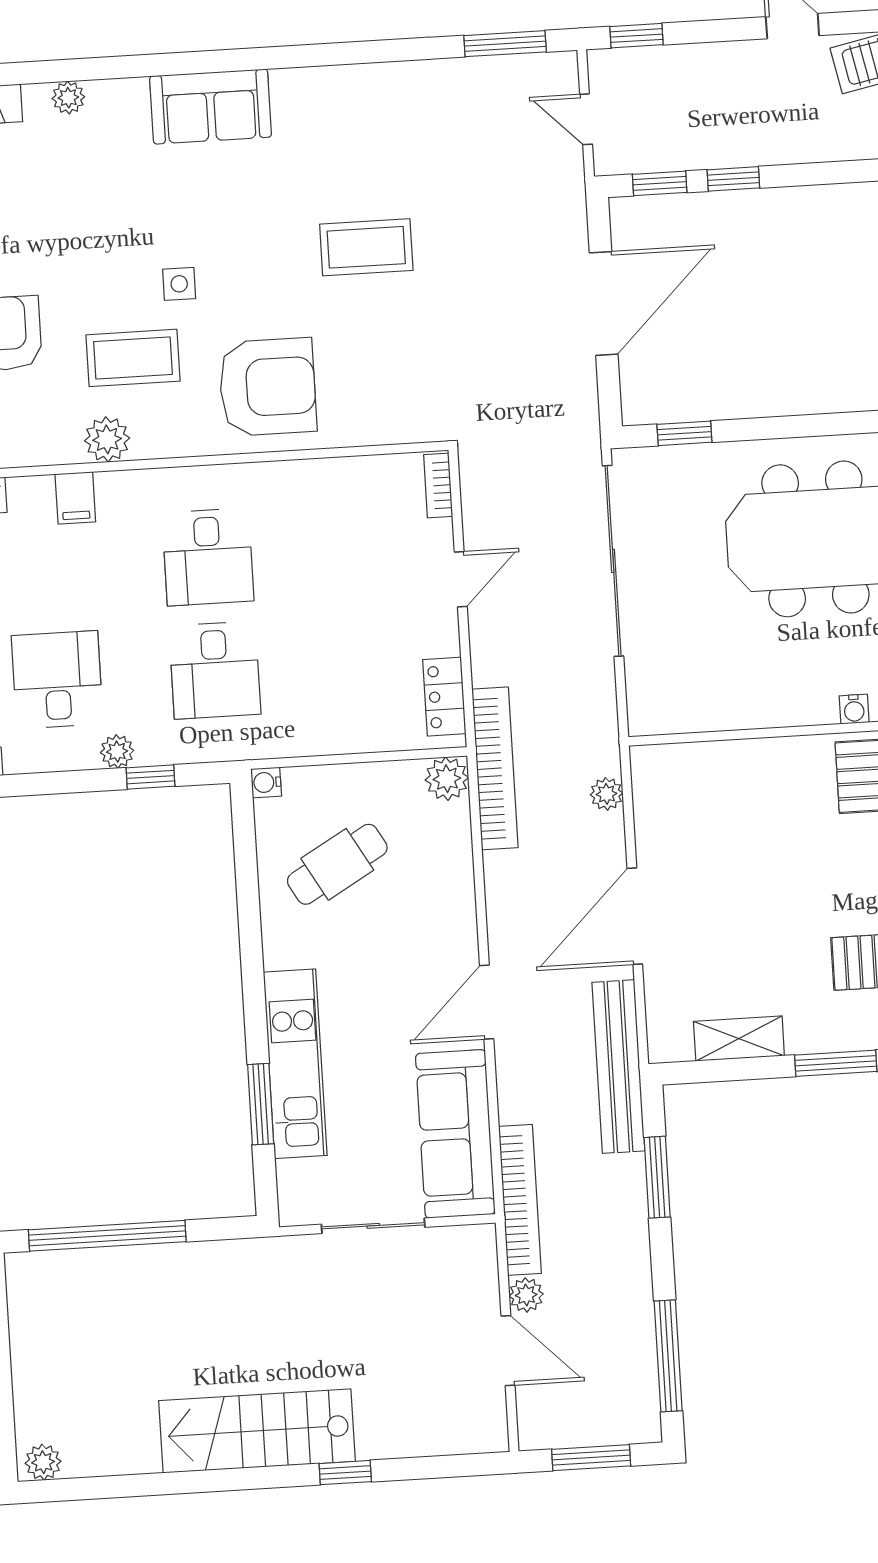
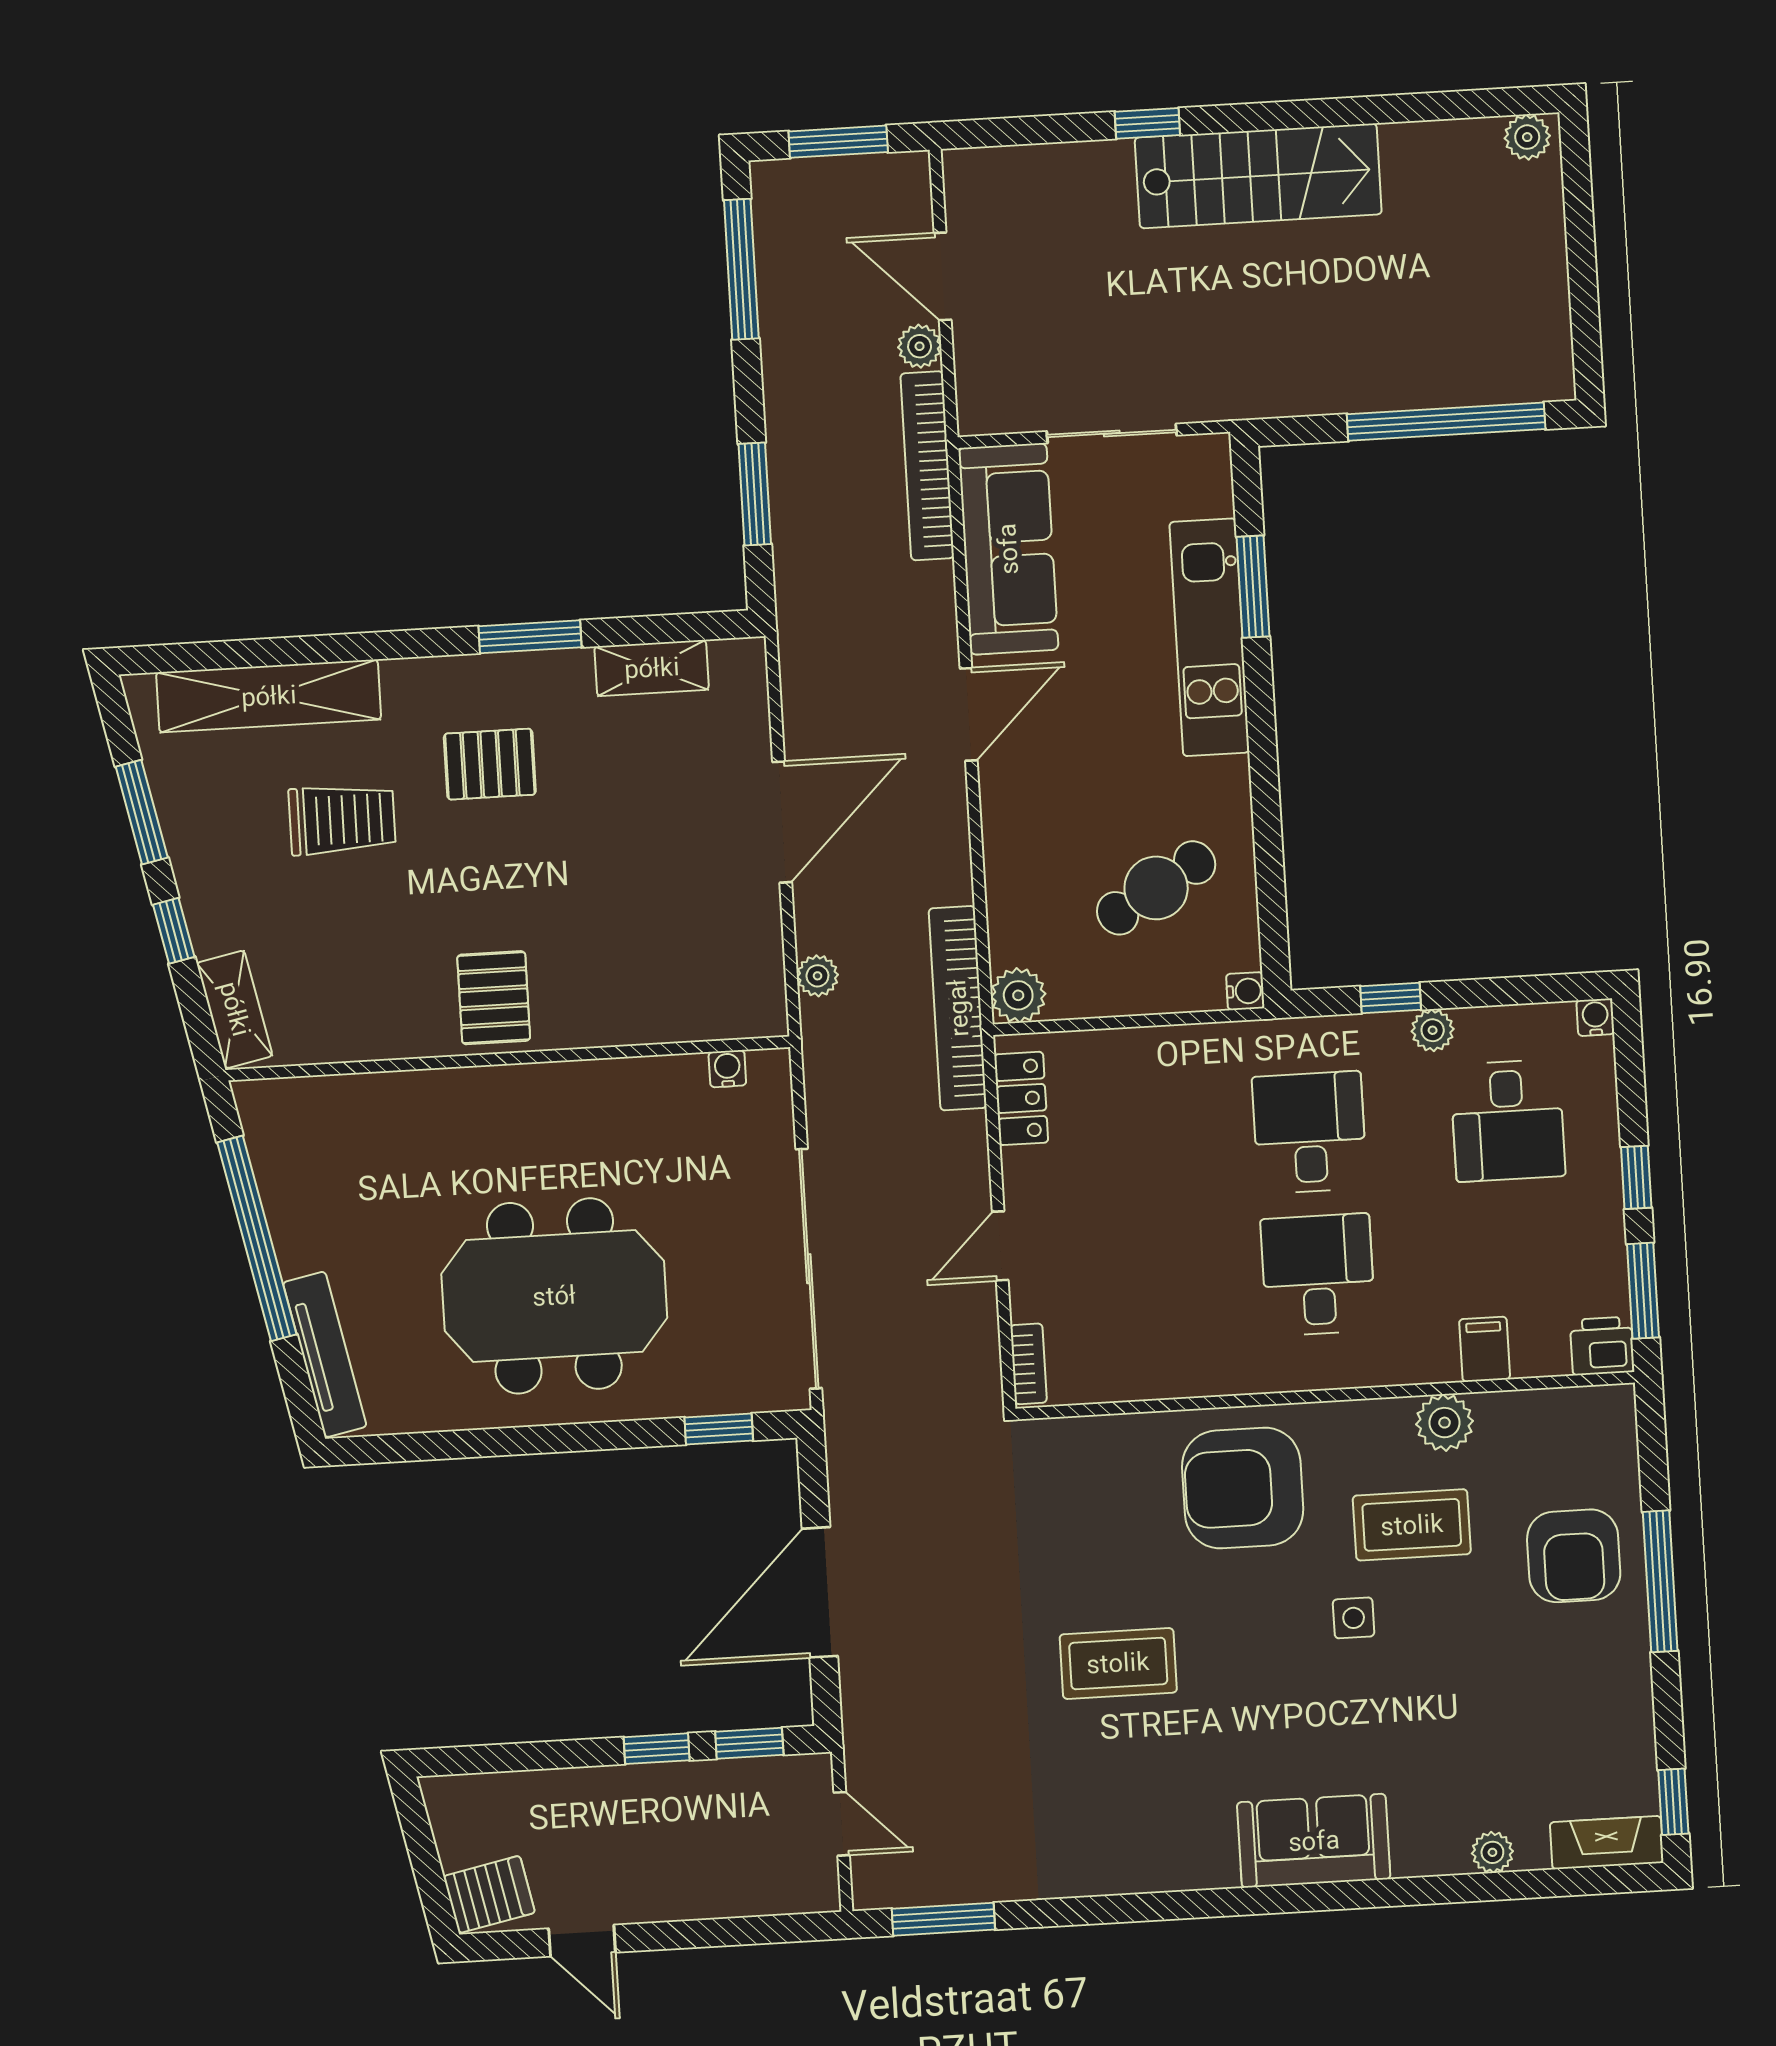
window: (636, 36) -> (778, 1929), removed
water cooler: (854, 709) -> (727, 1069), moved
bench: (618, 1067) -> (803, 633), removed

